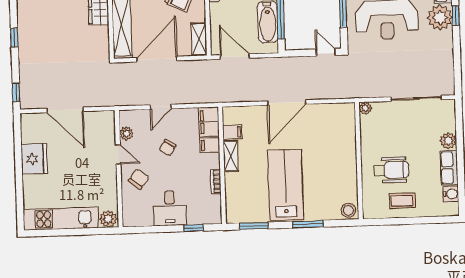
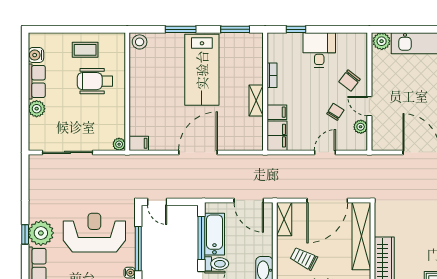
filing cabinet: (232, 132) -> (139, 143), moved, turned 180
chair: (168, 148) -> (335, 112), moved

